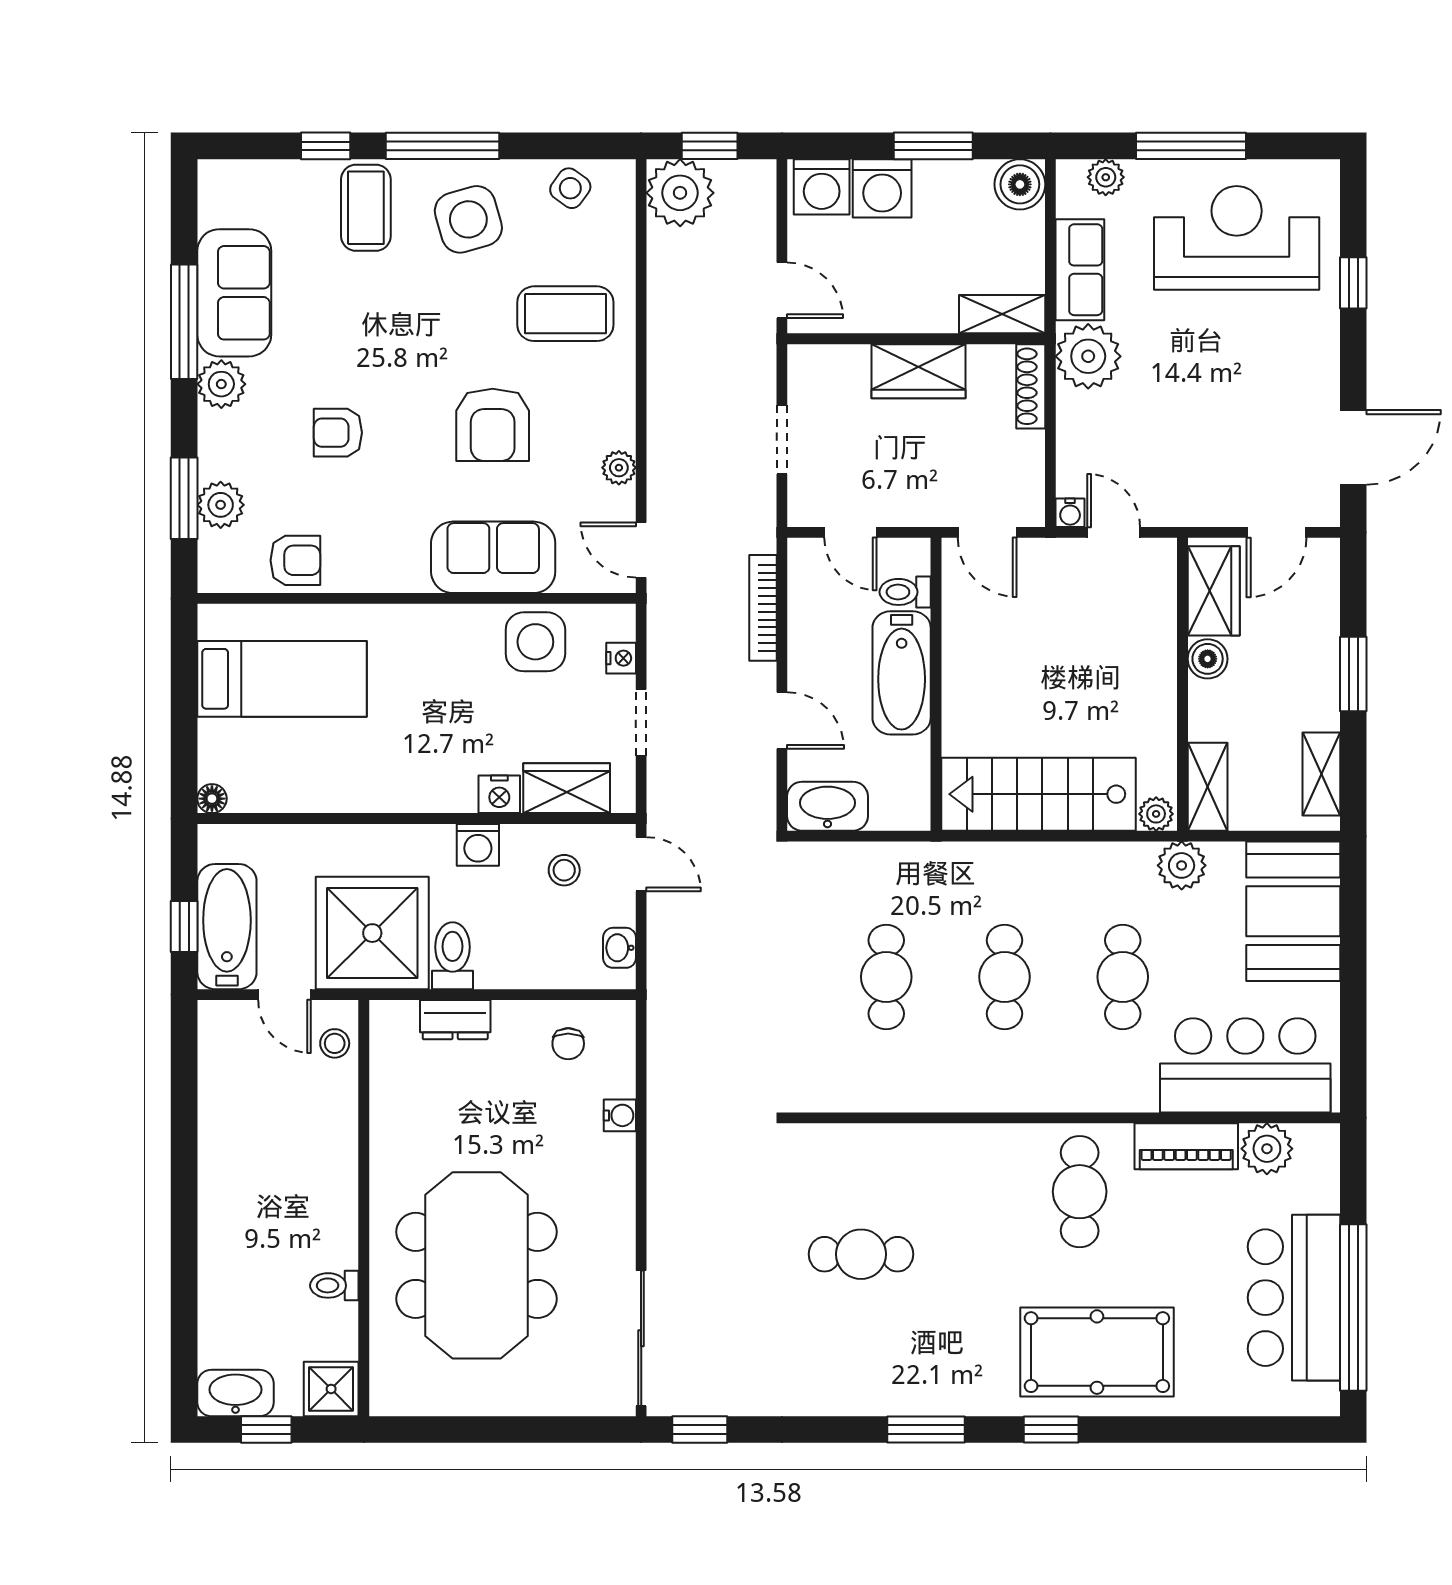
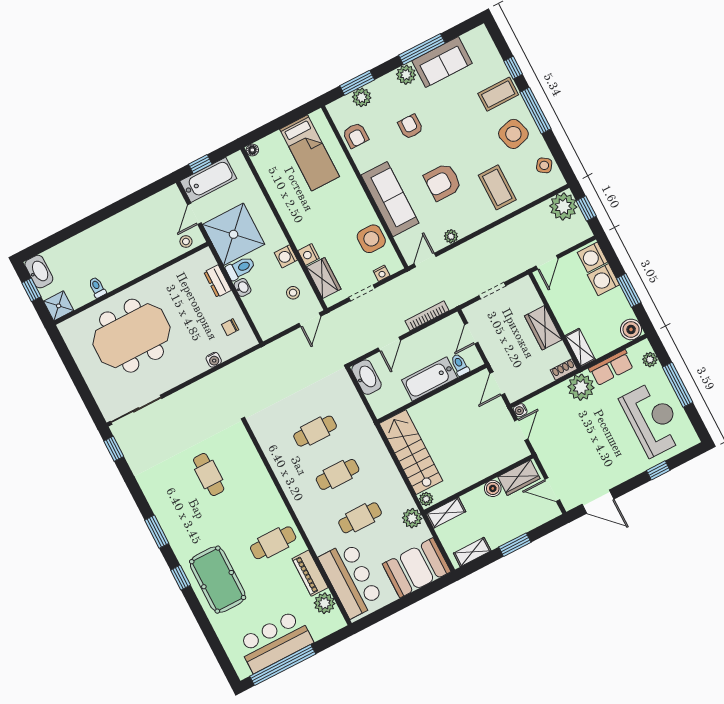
shoe rack: (1031, 386) -> (564, 369), width x0.70
sofa: (493, 557) -> (390, 199), width x1.36
washbasin: (619, 948) -> (242, 287), moved, turned 90

